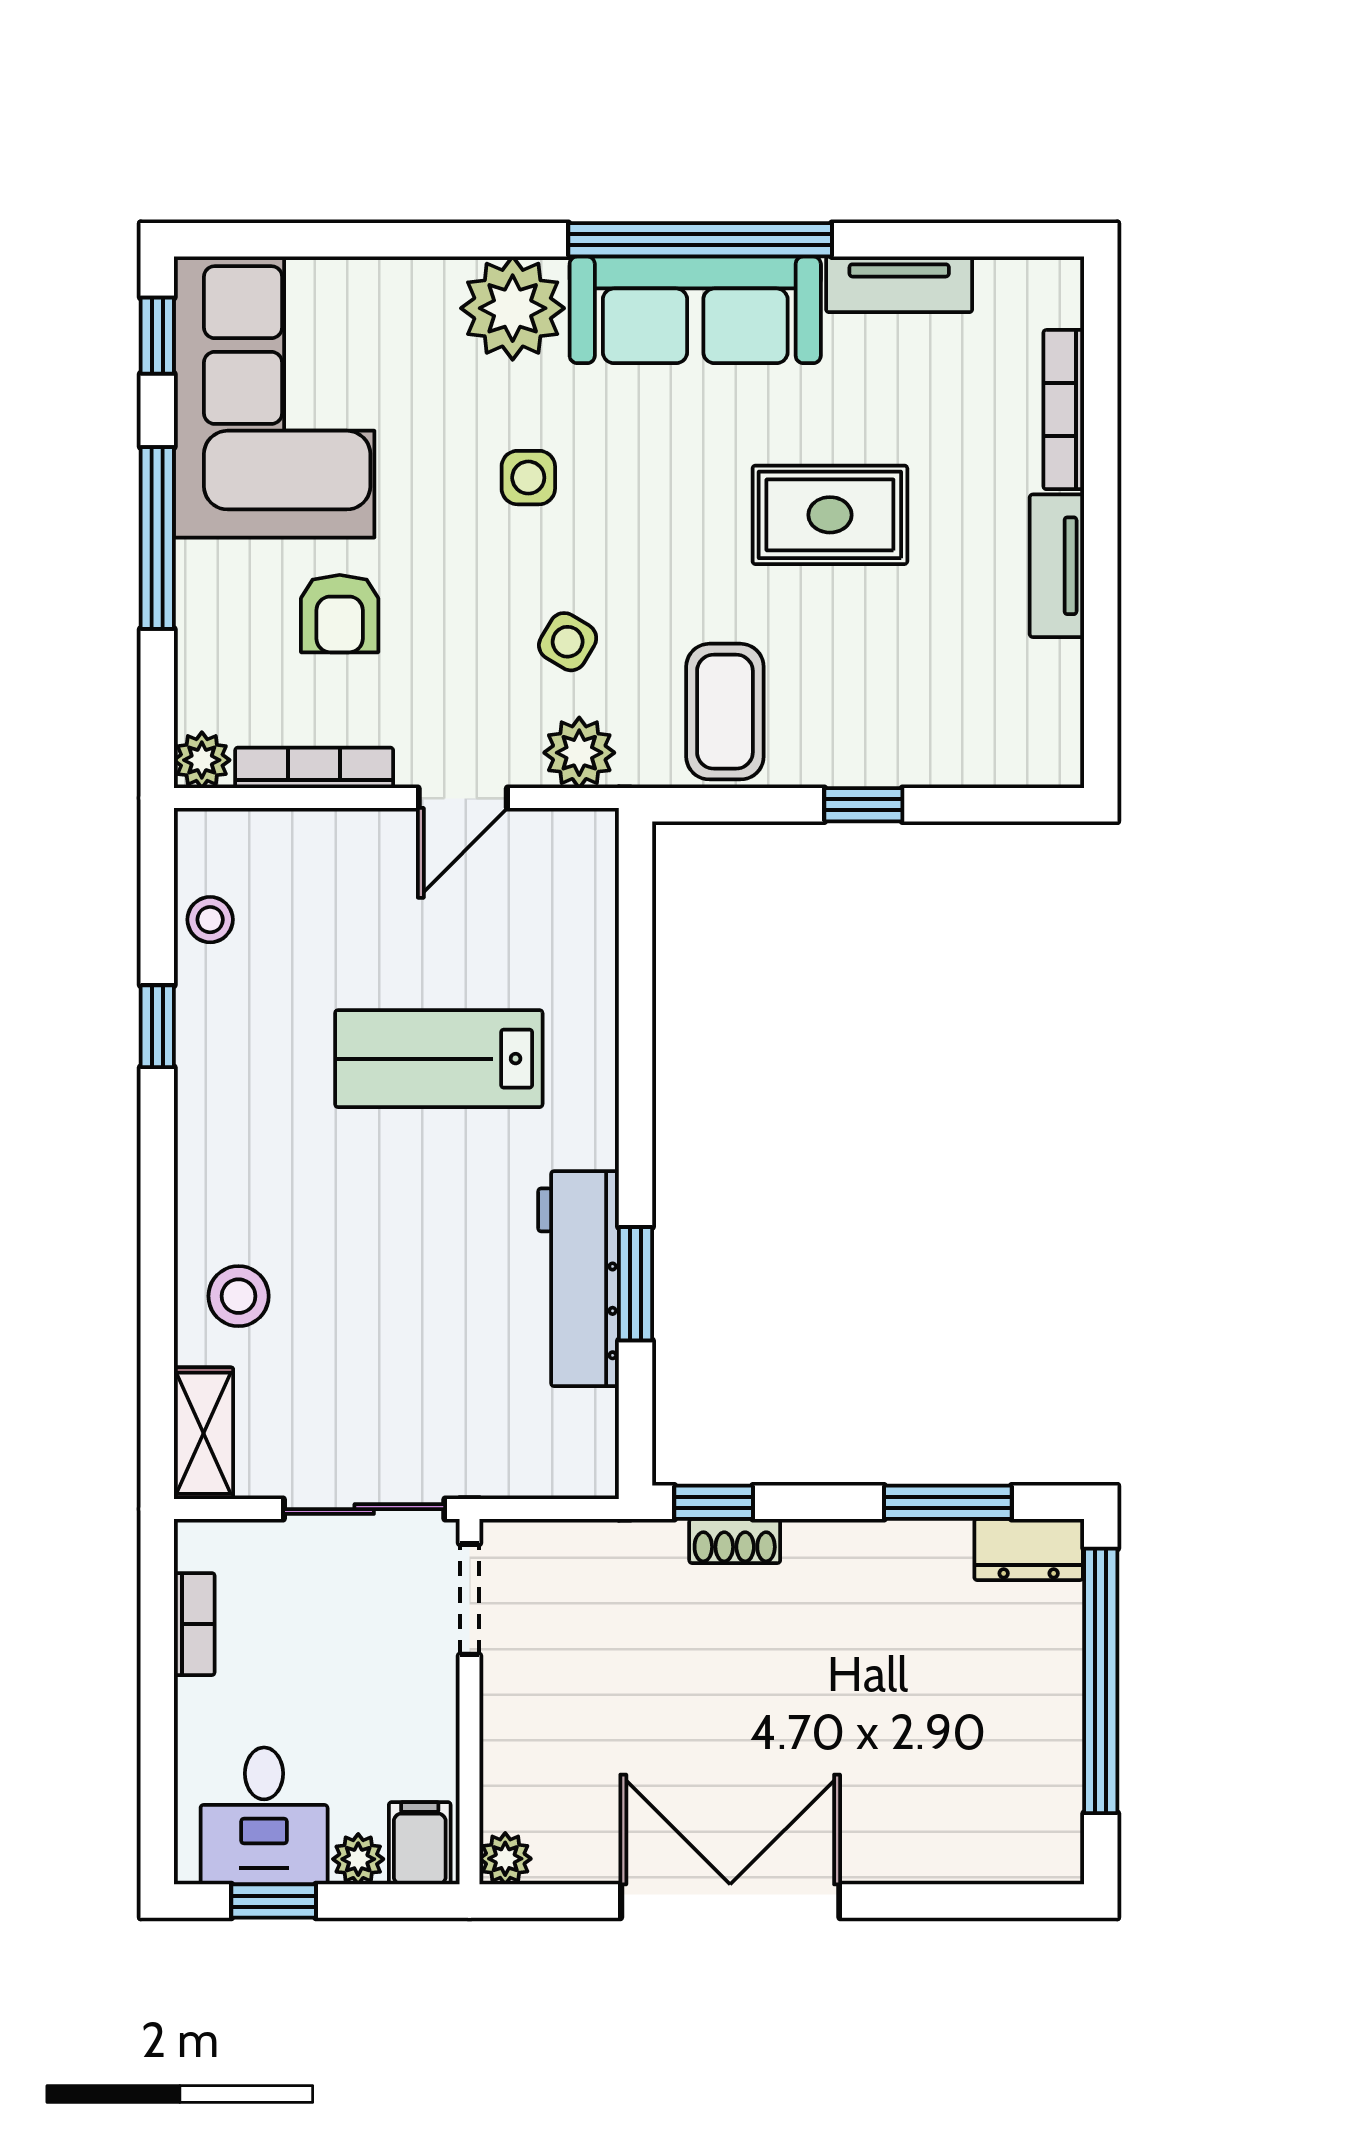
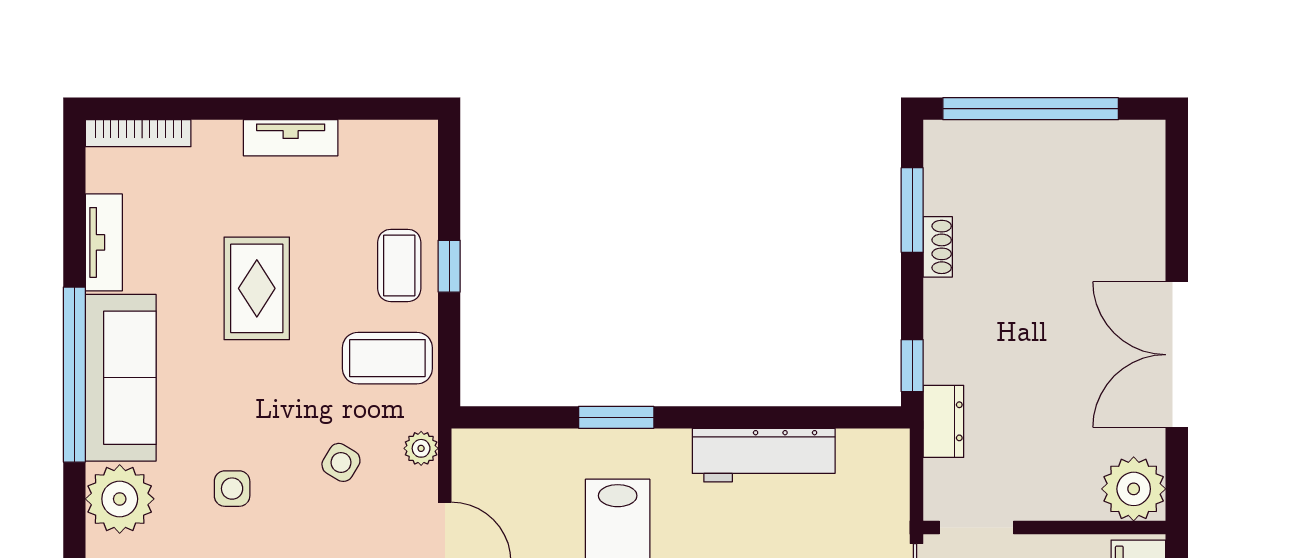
bookcase: (1064, 410) -> (138, 133), moved
coffee table: (864, 729) -> (399, 265), added
plant: (579, 753) -> (421, 448), width x0.73, depth x0.73
window: (636, 1284) -> (616, 417), moved
shoe rack: (735, 1541) -> (938, 247), moved
dresser: (1029, 1550) -> (943, 421), moved
plant: (505, 1859) -> (1134, 489), width x1.88, depth x1.88

